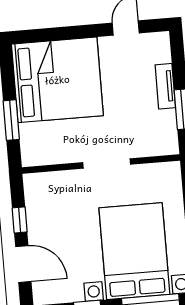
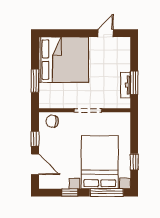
tv unit: (165, 86) -> (126, 85), moved
chair: (47, 187) -> (52, 121), added

